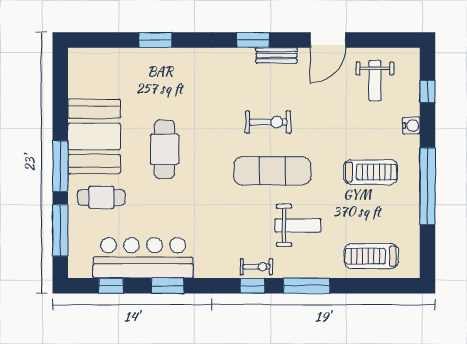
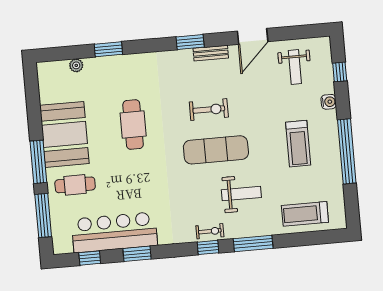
plant: (115, 56) -> (76, 65), added
cafe table: (164, 149) -> (133, 125), moved
treadmill: (371, 172) -> (298, 144), turned 90

